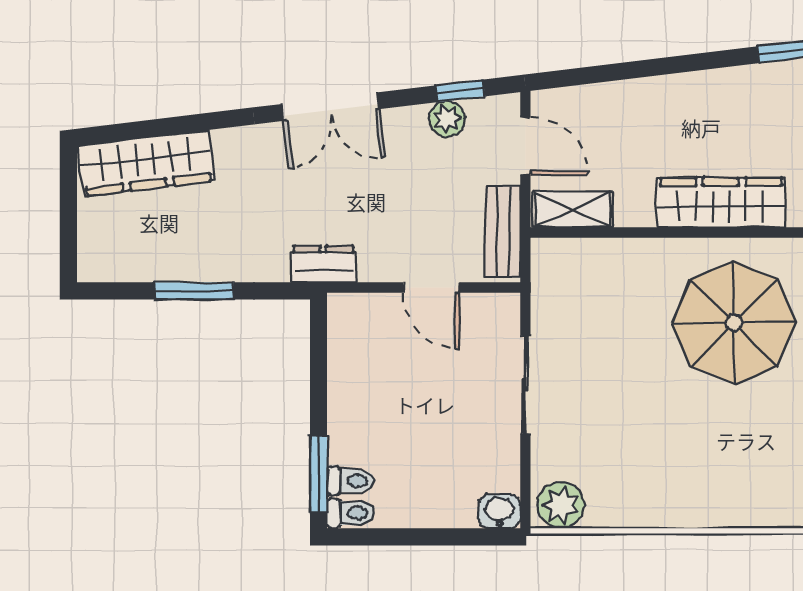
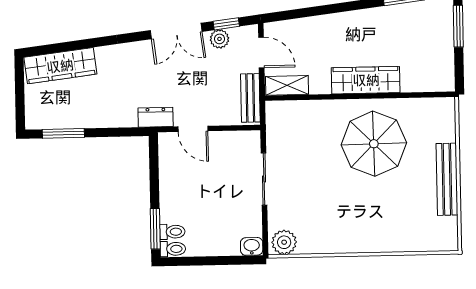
double door: (330, 107) -> (176, 31), moved
door: (431, 288) -> (193, 129), moved
window: (194, 291) -> (63, 133), moved

